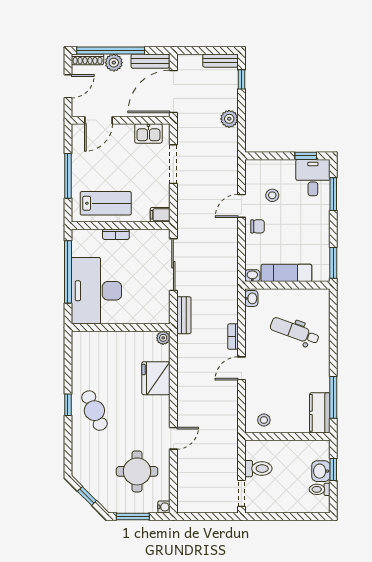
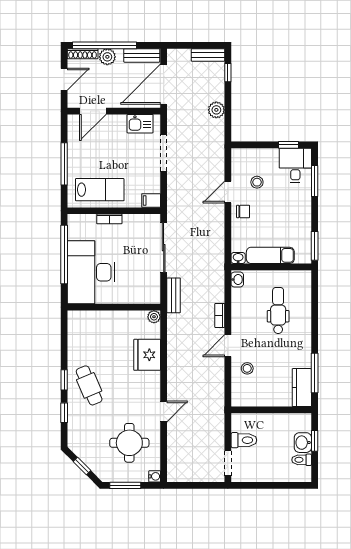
dental chair: (295, 331) -> (278, 310), turned 70
stool: (264, 420) -> (247, 368), moved
window: (68, 439) -> (64, 413), added

